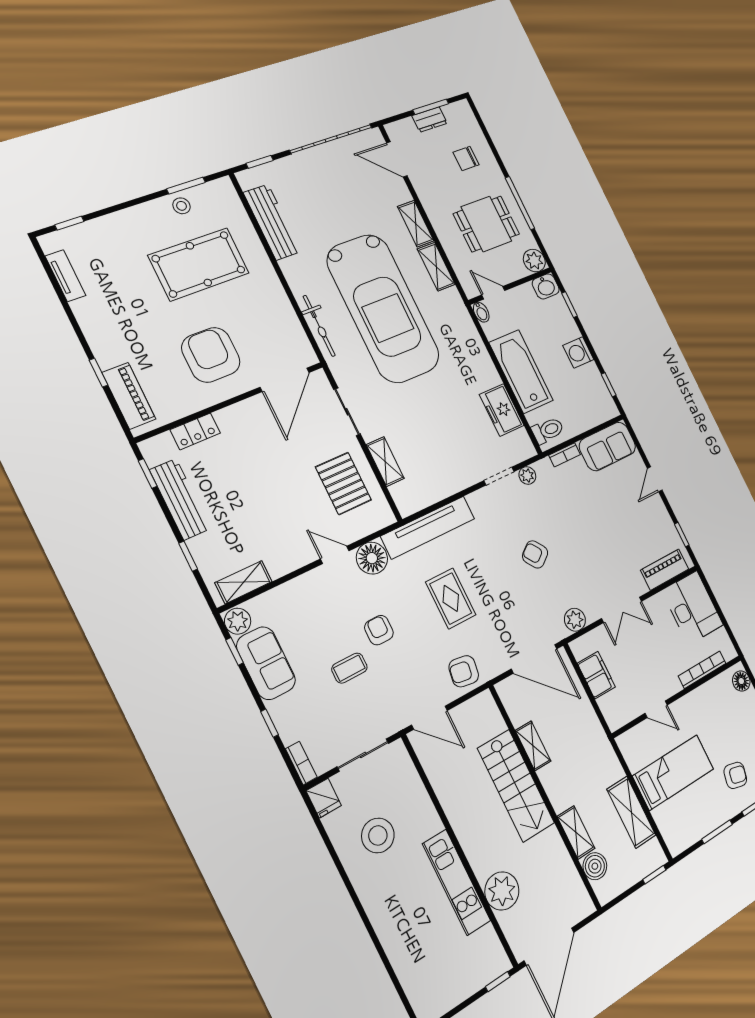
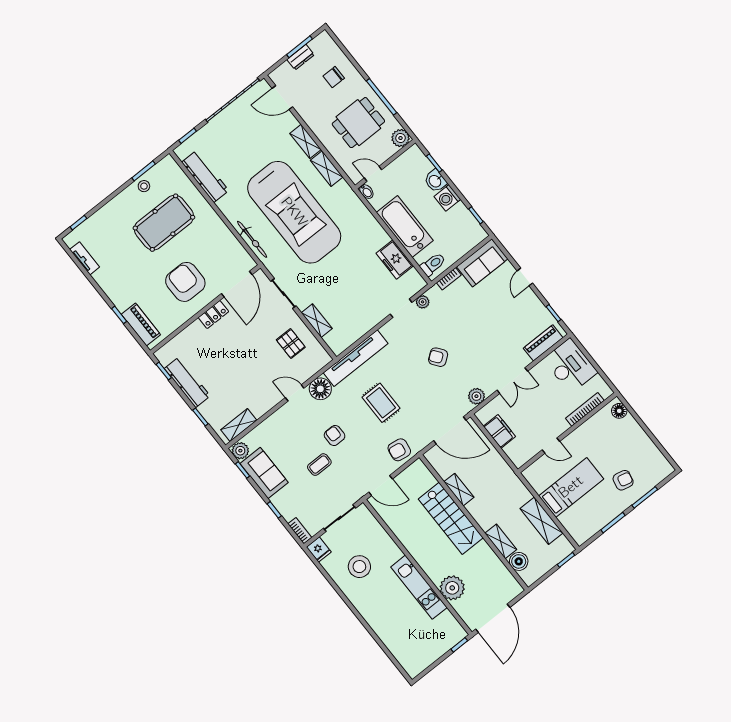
washbasin: (546, 286) -> (435, 181), moved, turned 90
locker: (195, 431) -> (213, 315), moved
pallet: (343, 483) -> (291, 344), width x0.67, depth x0.71

